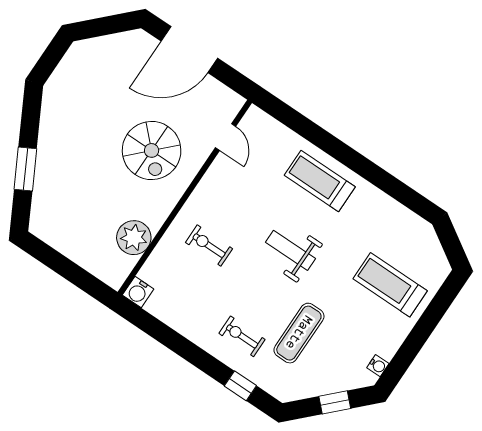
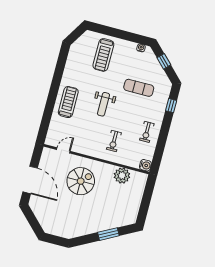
treadmill: (320, 181) -> (68, 102), turned 180
exercise bike: (242, 336) -> (147, 132), moved

